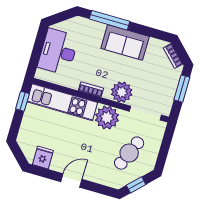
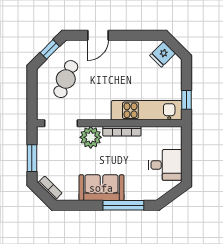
desk: (58, 52) -> (165, 165), width x0.73
bookcase: (91, 89) -> (122, 131), width x1.56
plant: (107, 118) -> (98, 108), removed
fridge: (43, 157) -> (163, 54), moved, turned 45
door: (71, 180) -> (98, 35), moved

